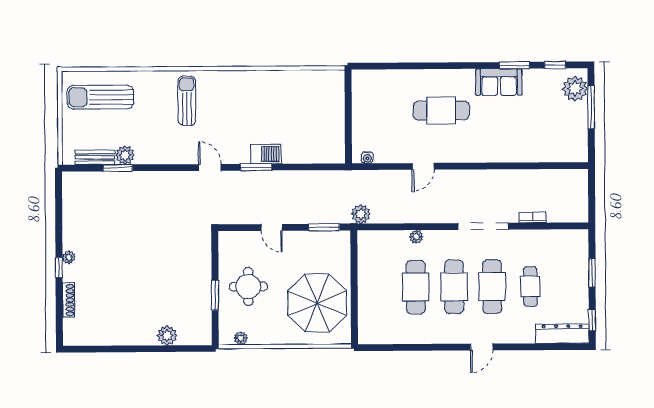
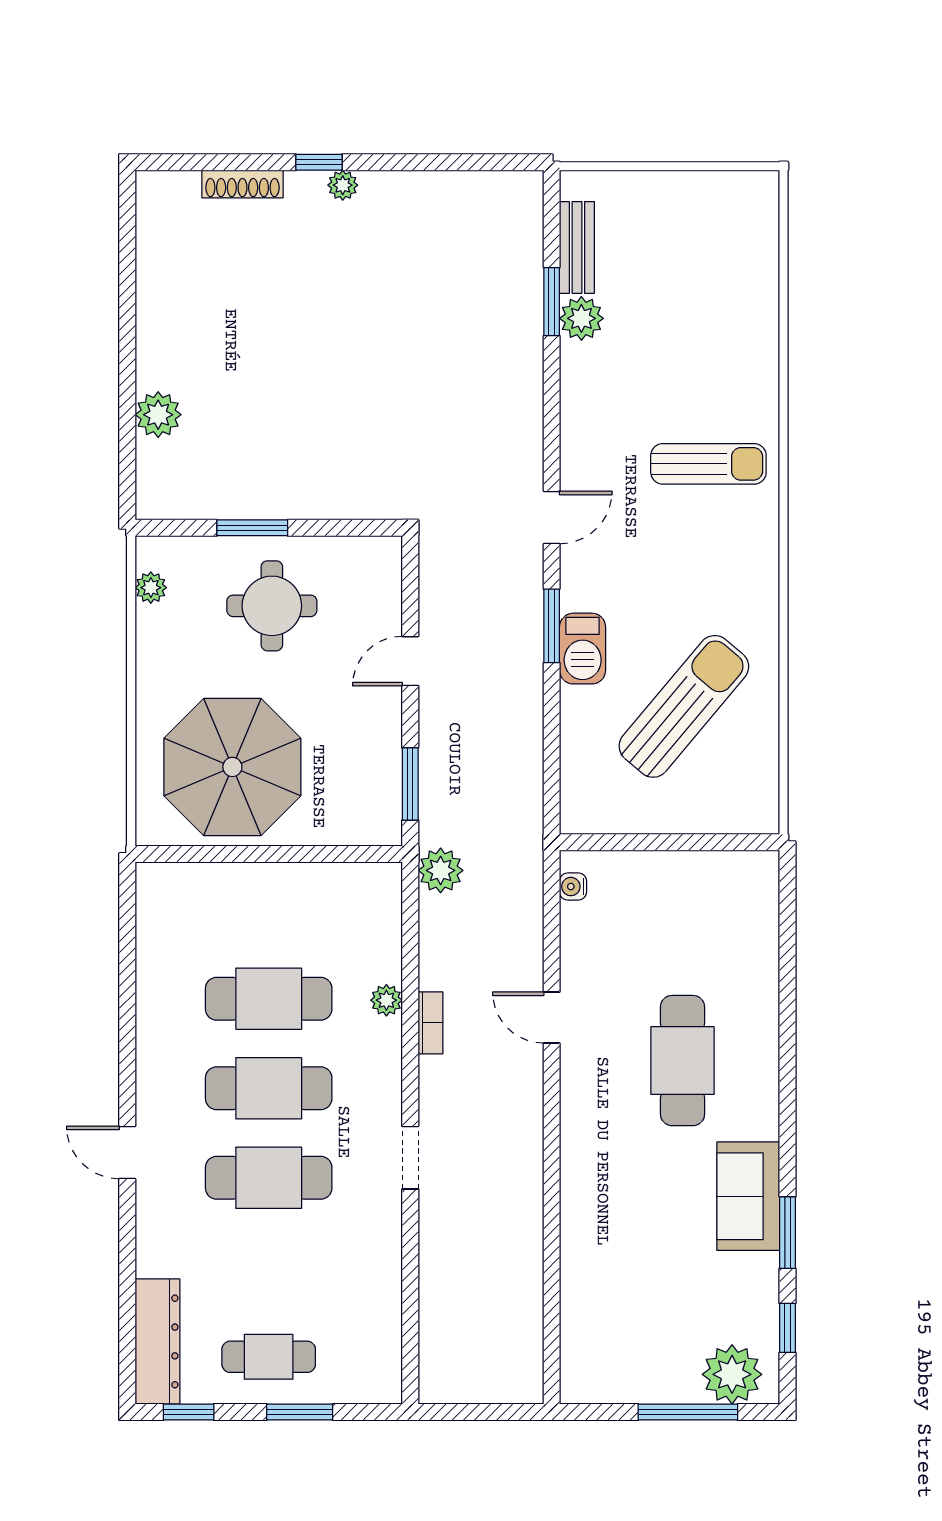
sun lounger: (100, 97) -> (684, 706), moved, turned 40
bookcase: (533, 217) -> (430, 1023), moved
doorway: (483, 226) -> (410, 1158), width x0.53
cafe table: (530, 286) -> (269, 1357), moved

